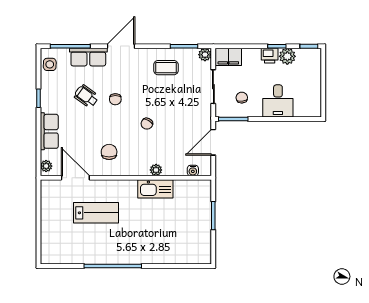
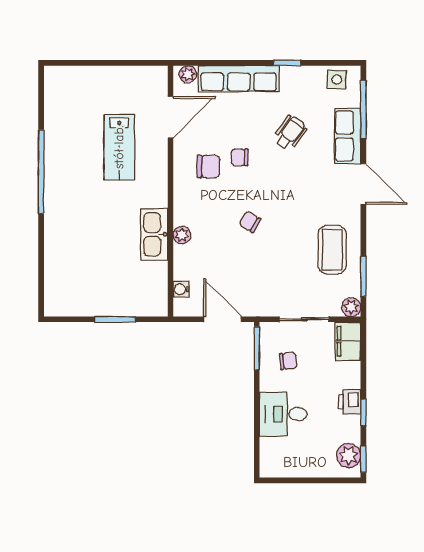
plant: (287, 56) -> (349, 456), moved
coffee table: (166, 68) -> (332, 250), width x1.36, depth x1.30
chair: (115, 99) -> (240, 157), moved
row of seats: (49, 131) -> (239, 79), width x1.48

